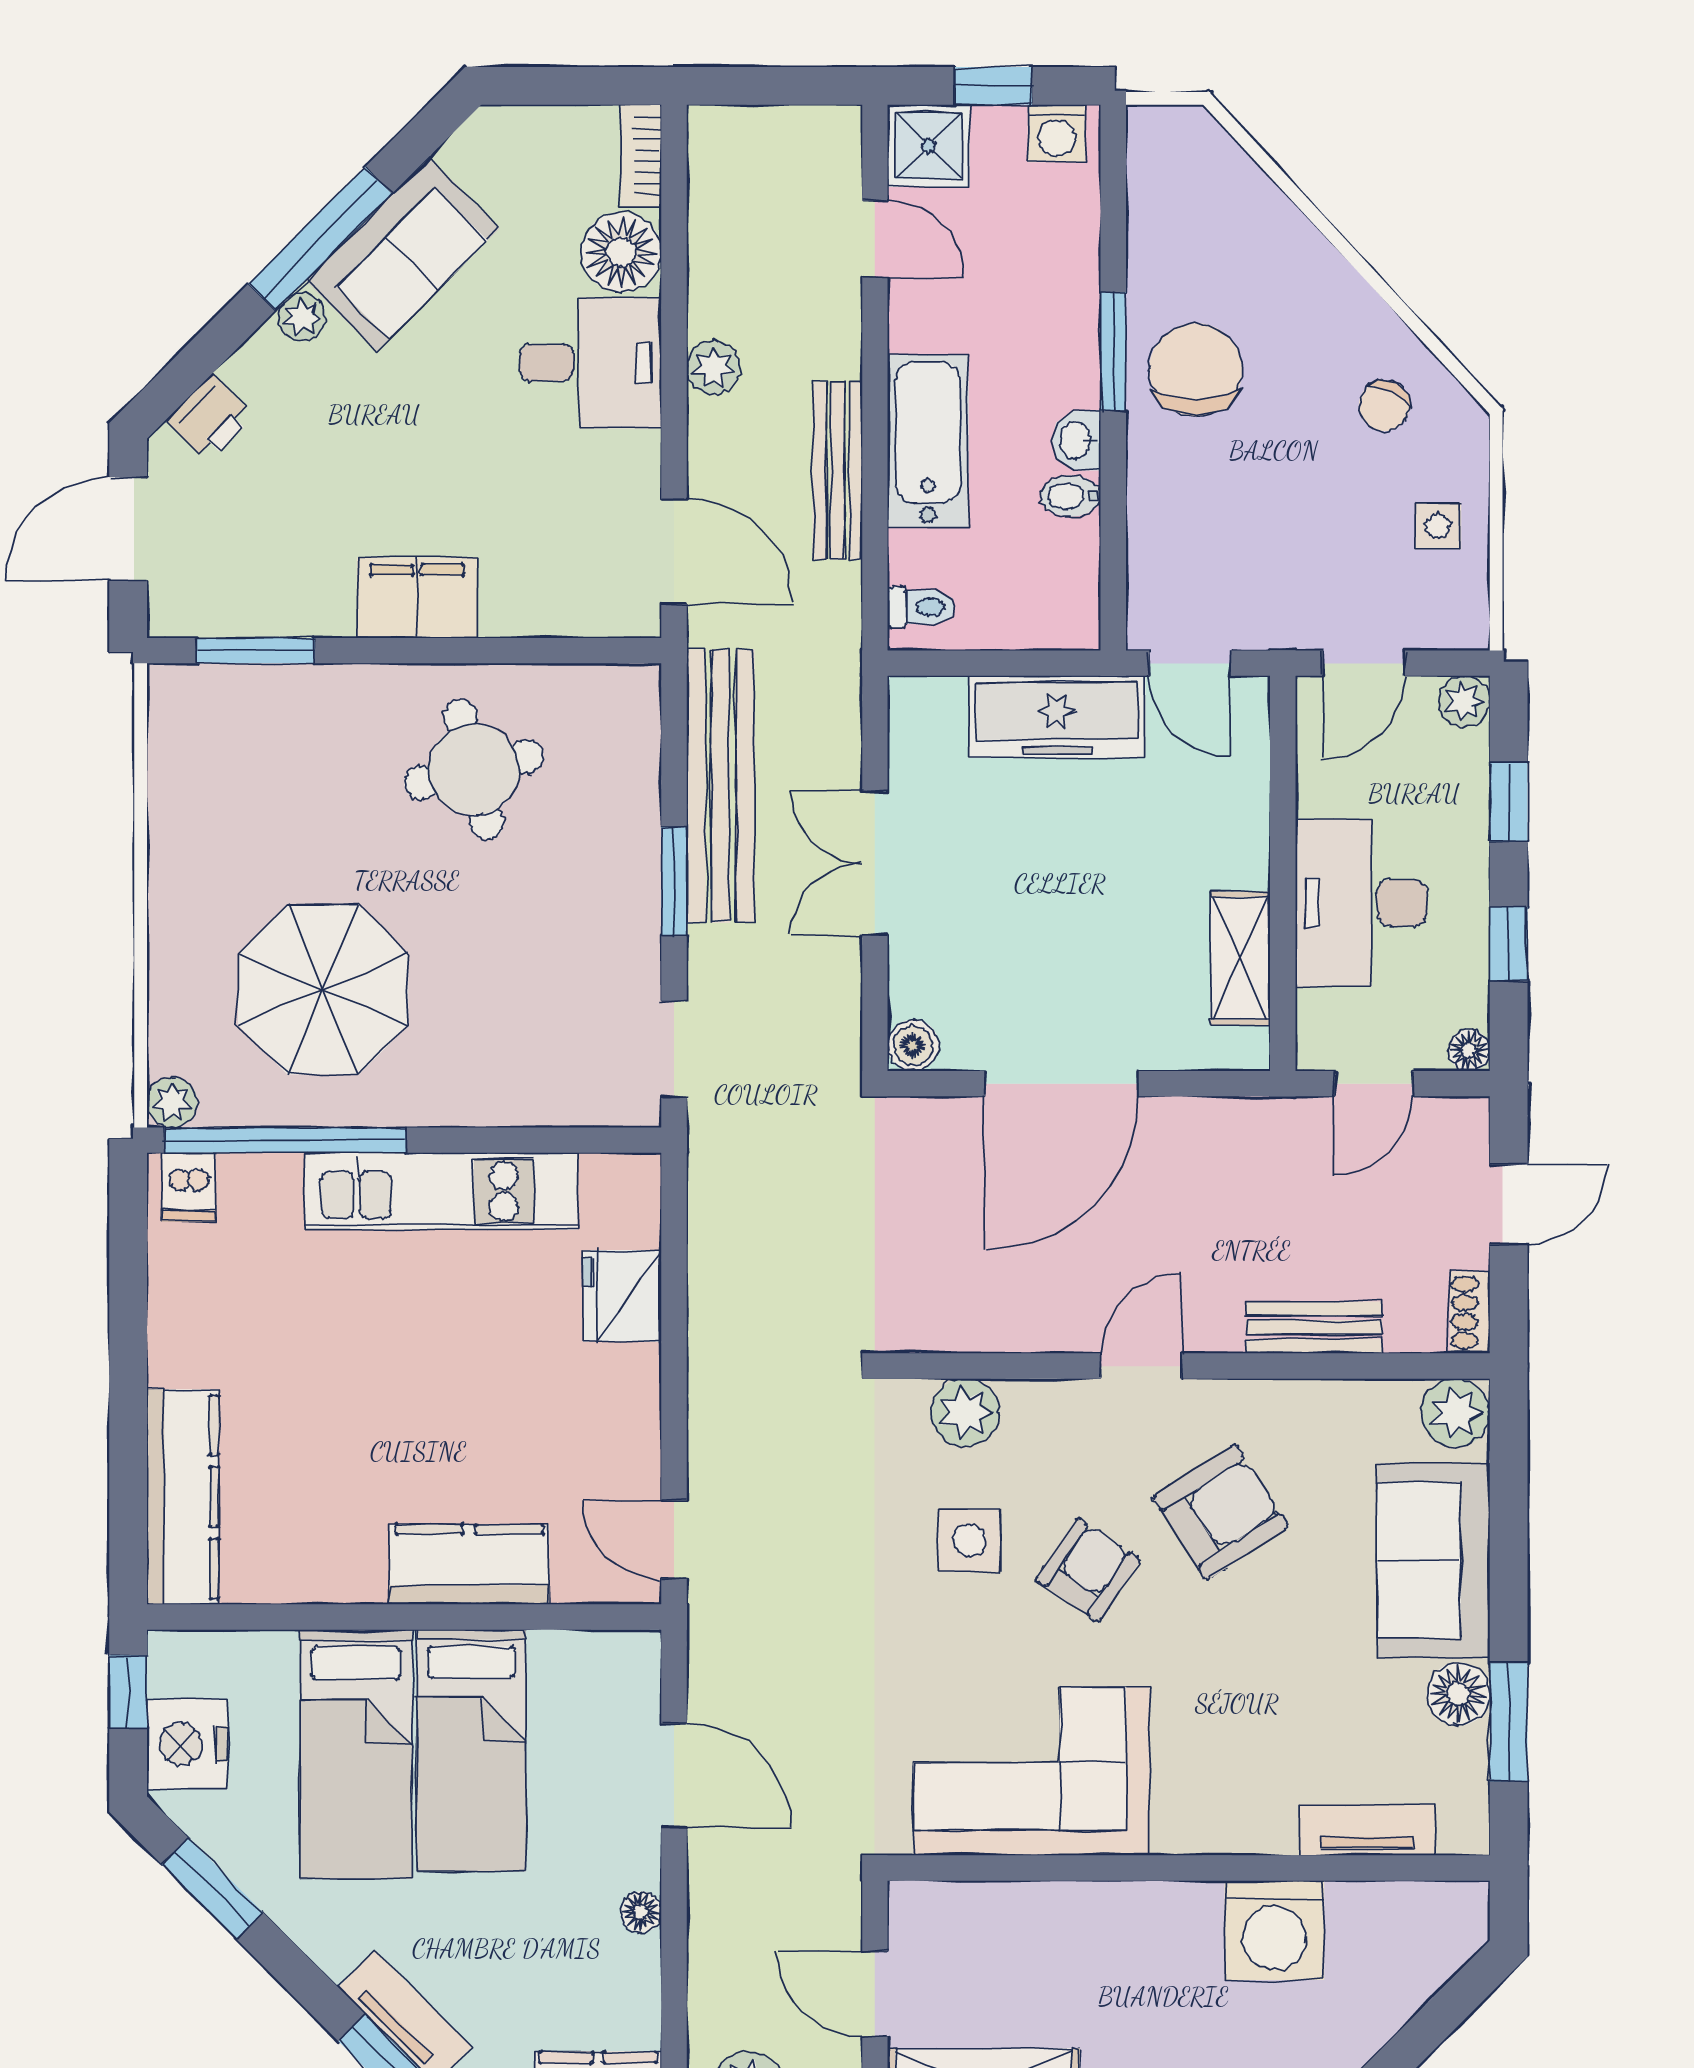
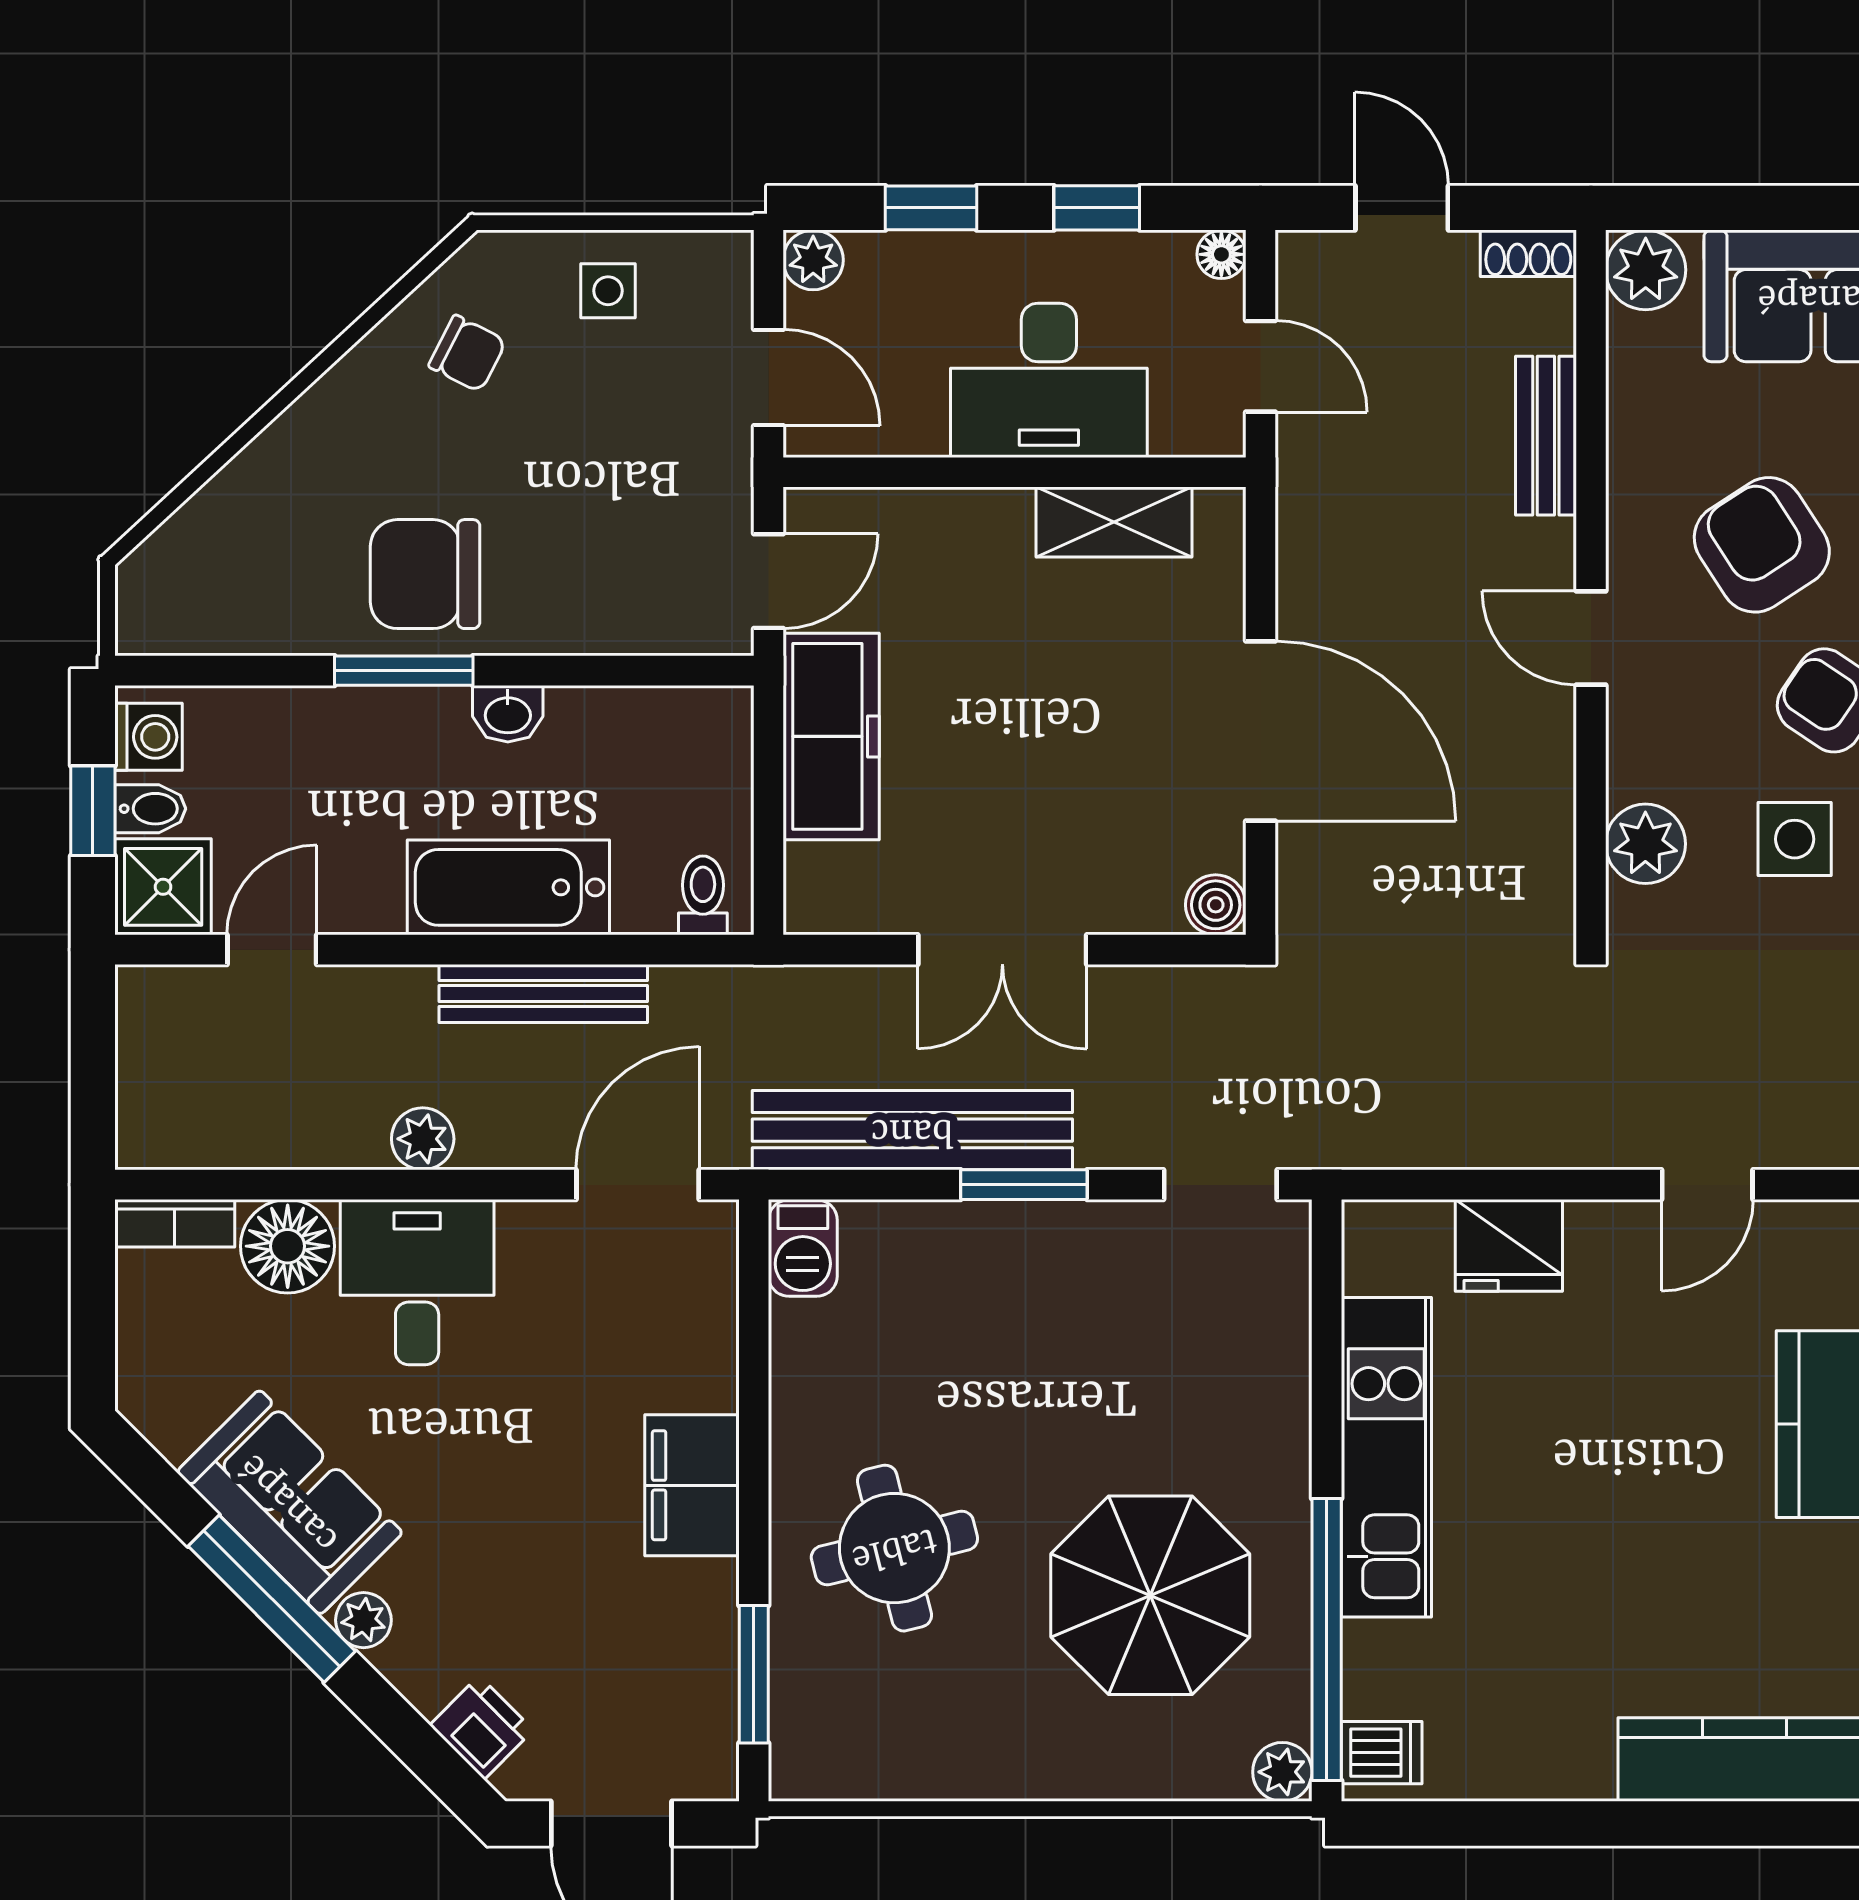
bidet: (1070, 496) -> (150, 809), moved, turned -90
barbecue: (620, 693) -> (803, 1248), added
round table: (474, 770) -> (894, 1548), moved
door: (674, 1540) -> (1707, 1185), moved

